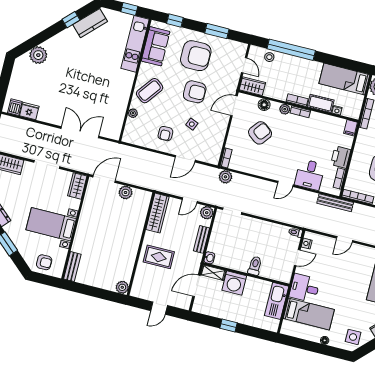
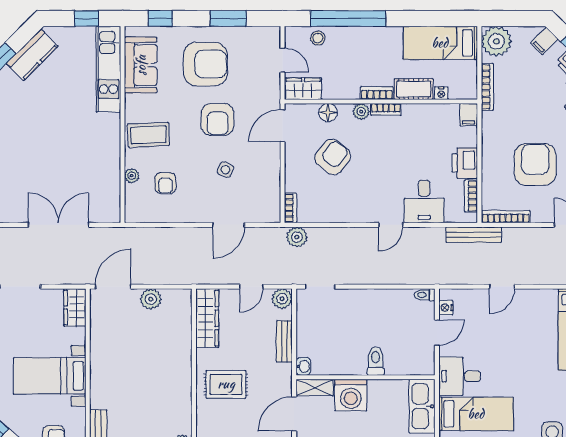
coffee table: (150, 91) -> (148, 135), turned 50
armchair: (195, 92) -> (218, 119), turned 90
armchair: (165, 134) -> (165, 183), moved

